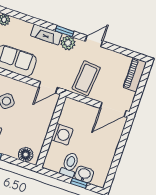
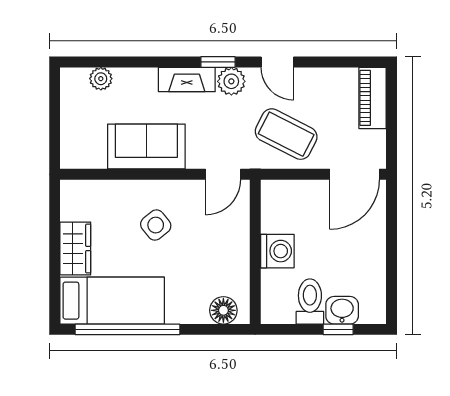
door: (94, 41) -> (277, 62), swing flipped
coffee table: (86, 78) -> (286, 134), turned -68

